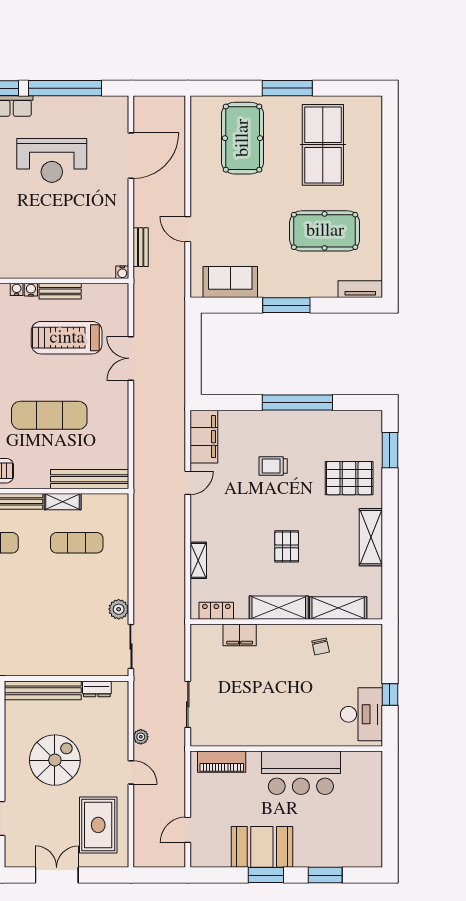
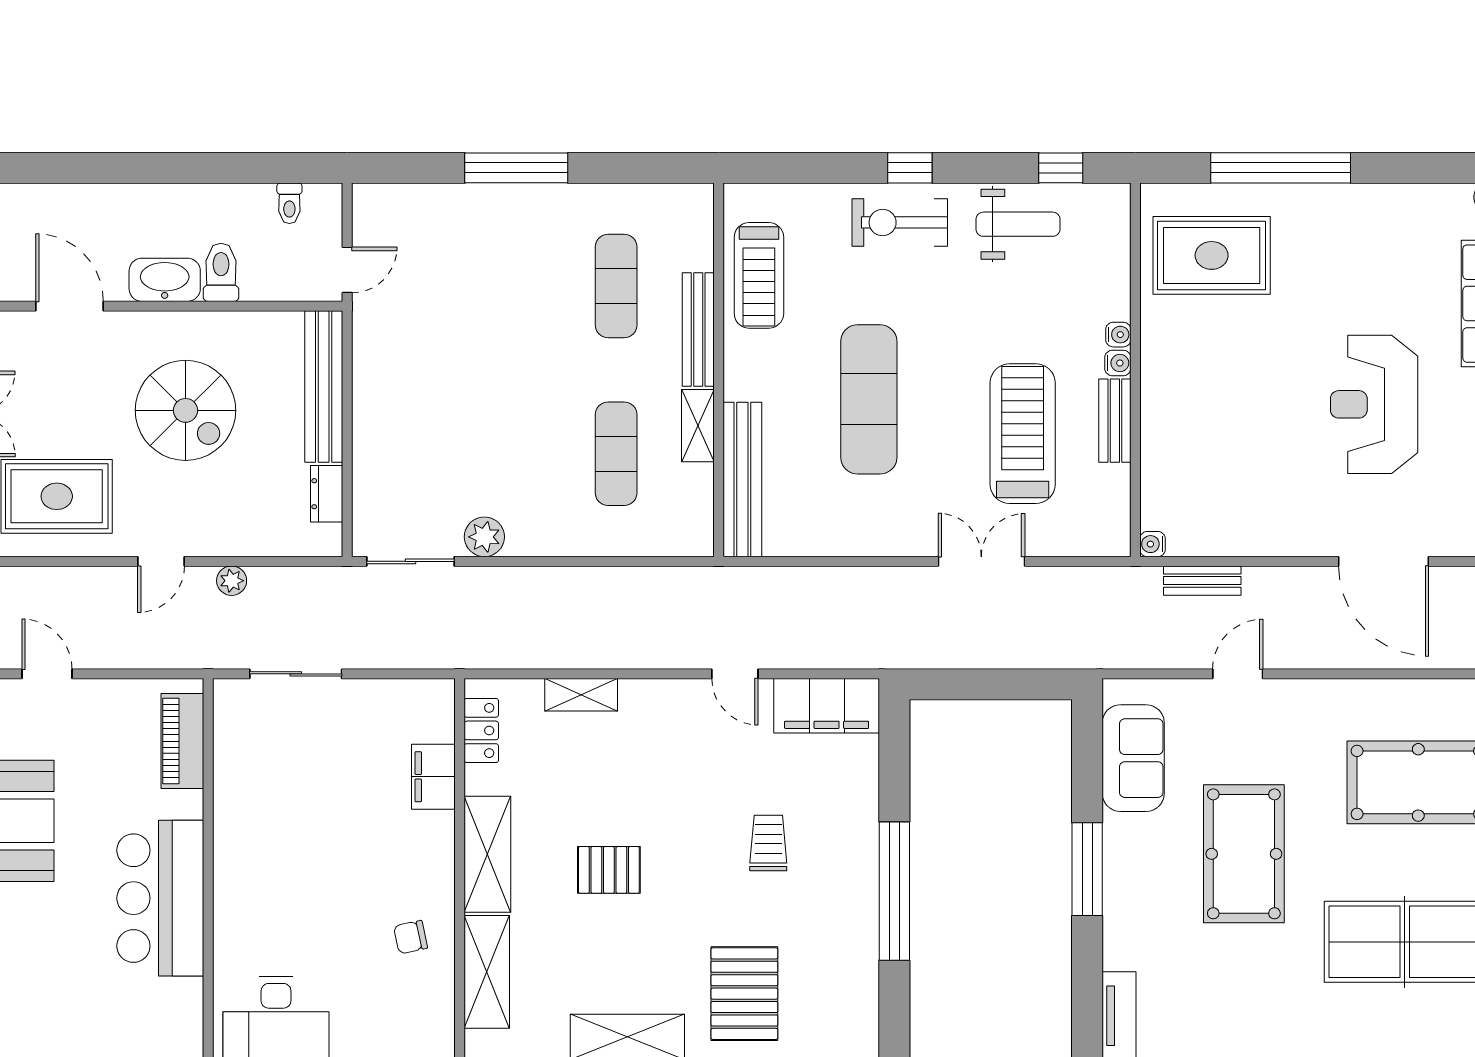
pool table: (325, 231) -> (1244, 854), moved

